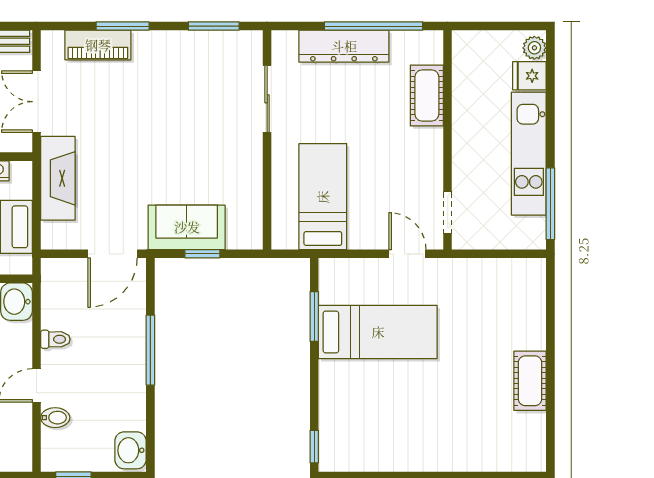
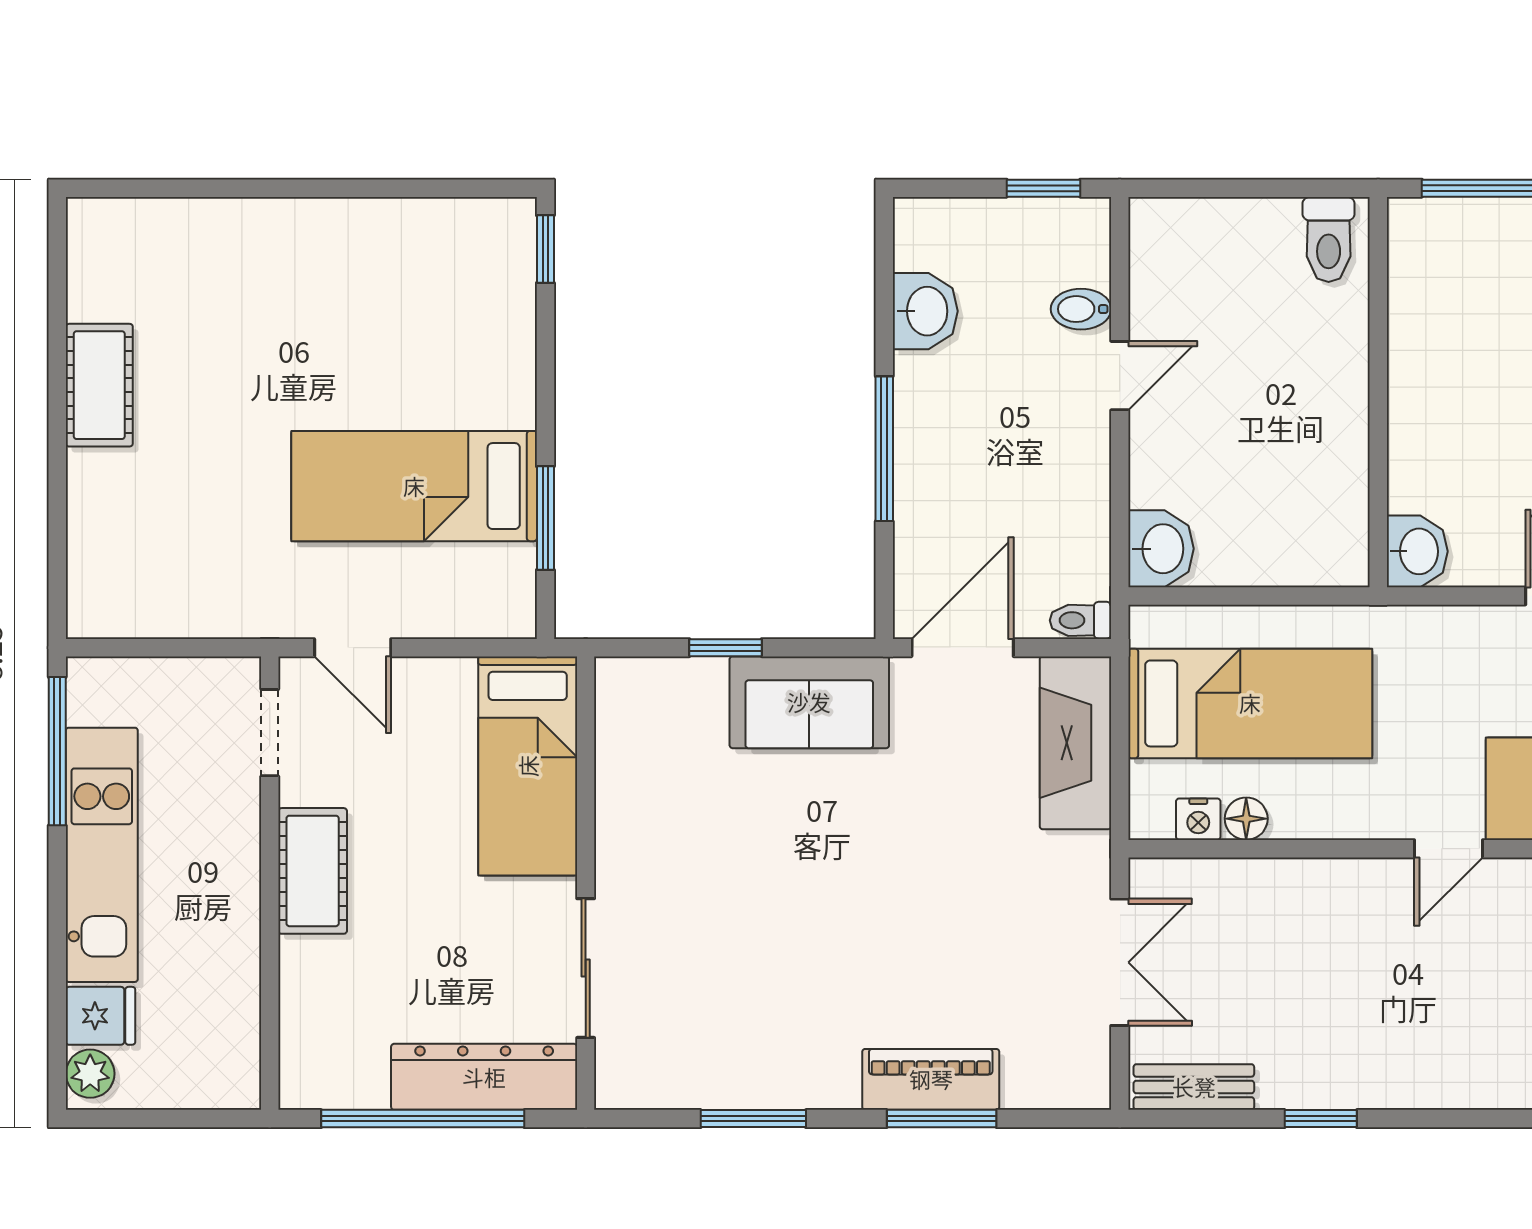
piano: (98, 45) -> (931, 1079), moved
cot: (427, 96) -> (313, 871), moved
sliding door: (267, 99) -> (586, 968), moved
wall: (267, 140) -> (586, 883), moved
fireplace: (58, 178) -> (1076, 743), moved
window: (202, 254) -> (725, 648), moved
toilet: (55, 339) -> (1081, 620), moved
washbasin: (131, 450) -> (925, 311), moved

